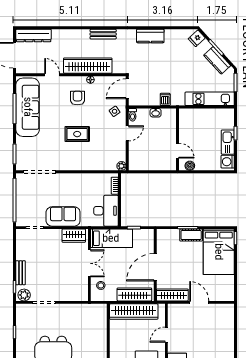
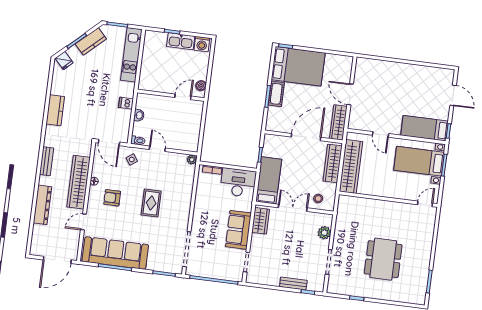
dresser: (34, 35) -> (43, 205), moved
door: (155, 267) -> (306, 137), swing flipped
plant: (24, 295) -> (324, 233), moved
door: (199, 302) -> (350, 94), hinge flipped

